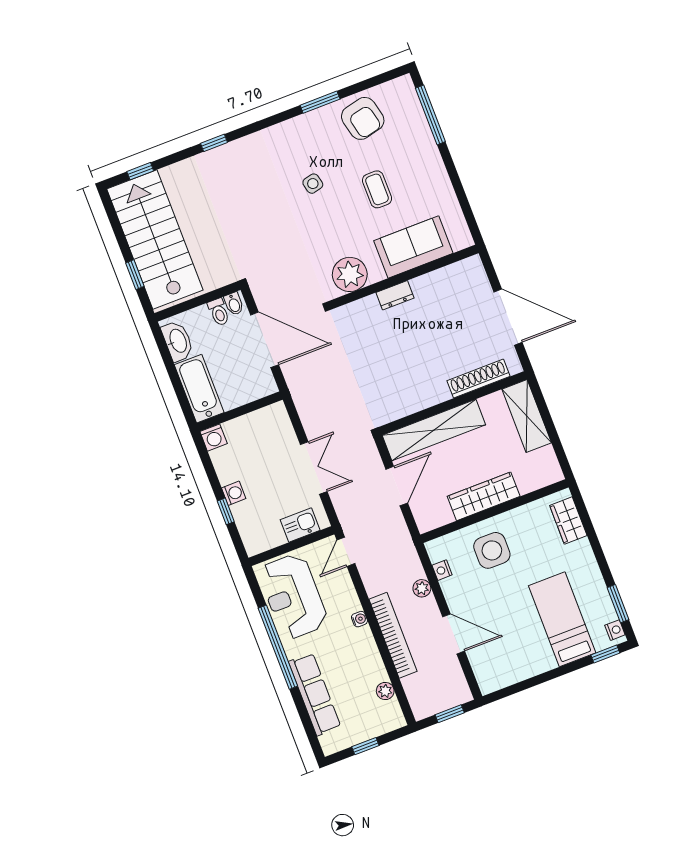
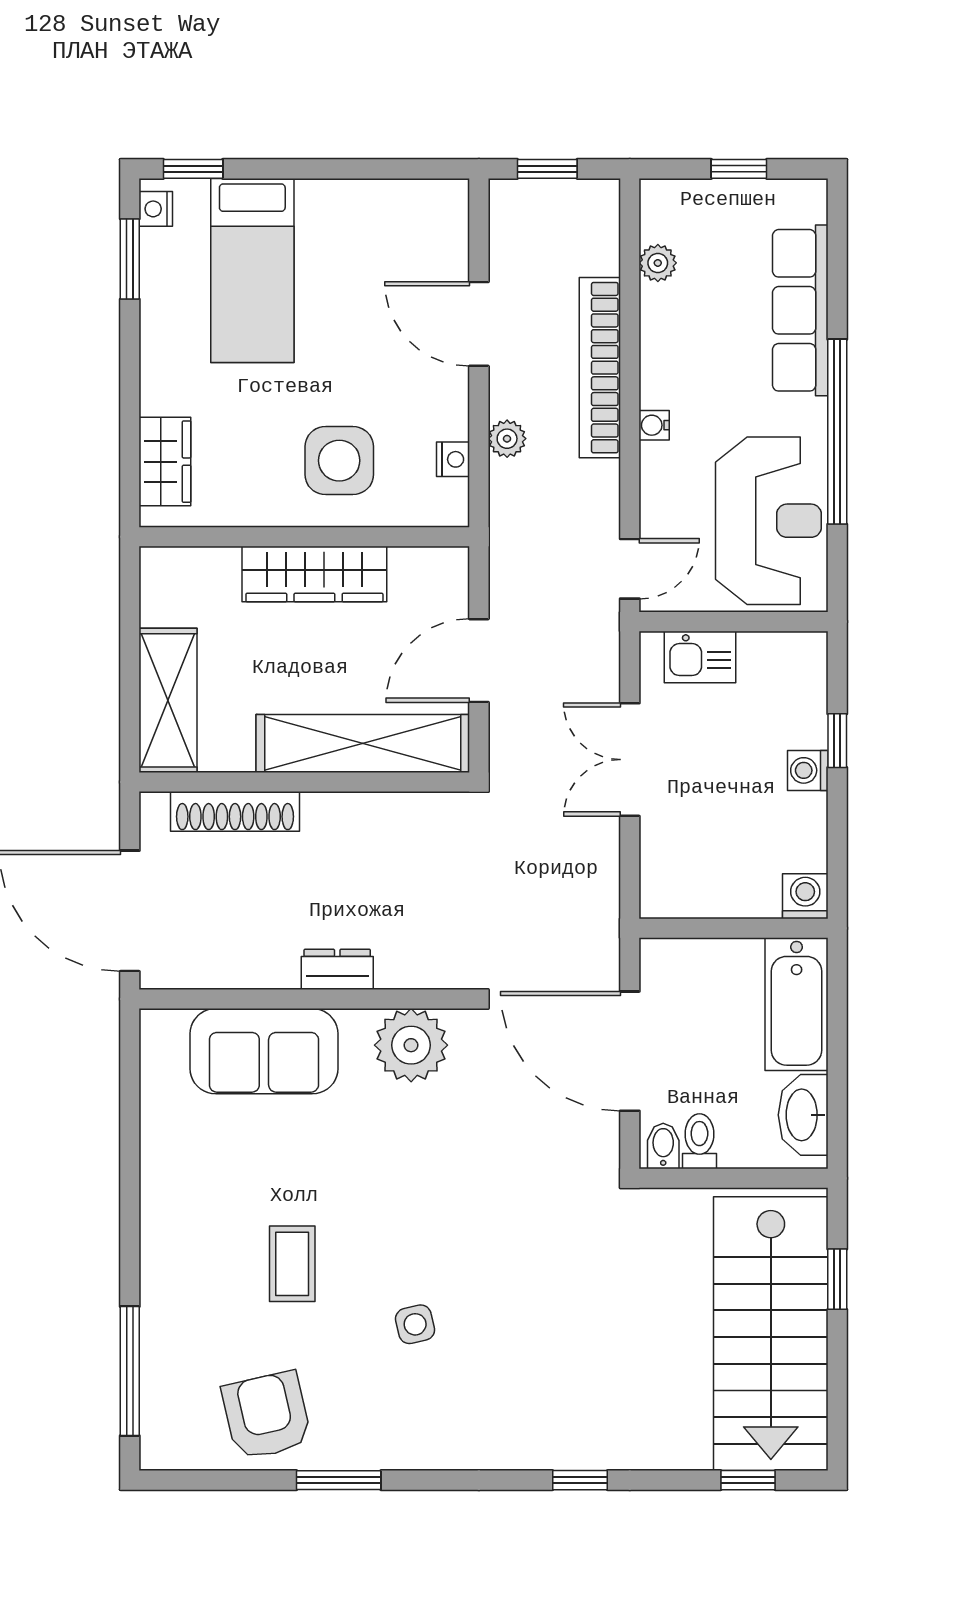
sofa: (413, 247) -> (264, 1051), moved
plant: (350, 274) -> (411, 1045), moved
wall: (404, 277) -> (304, 999), moved
dresser: (395, 295) -> (337, 969), moved

